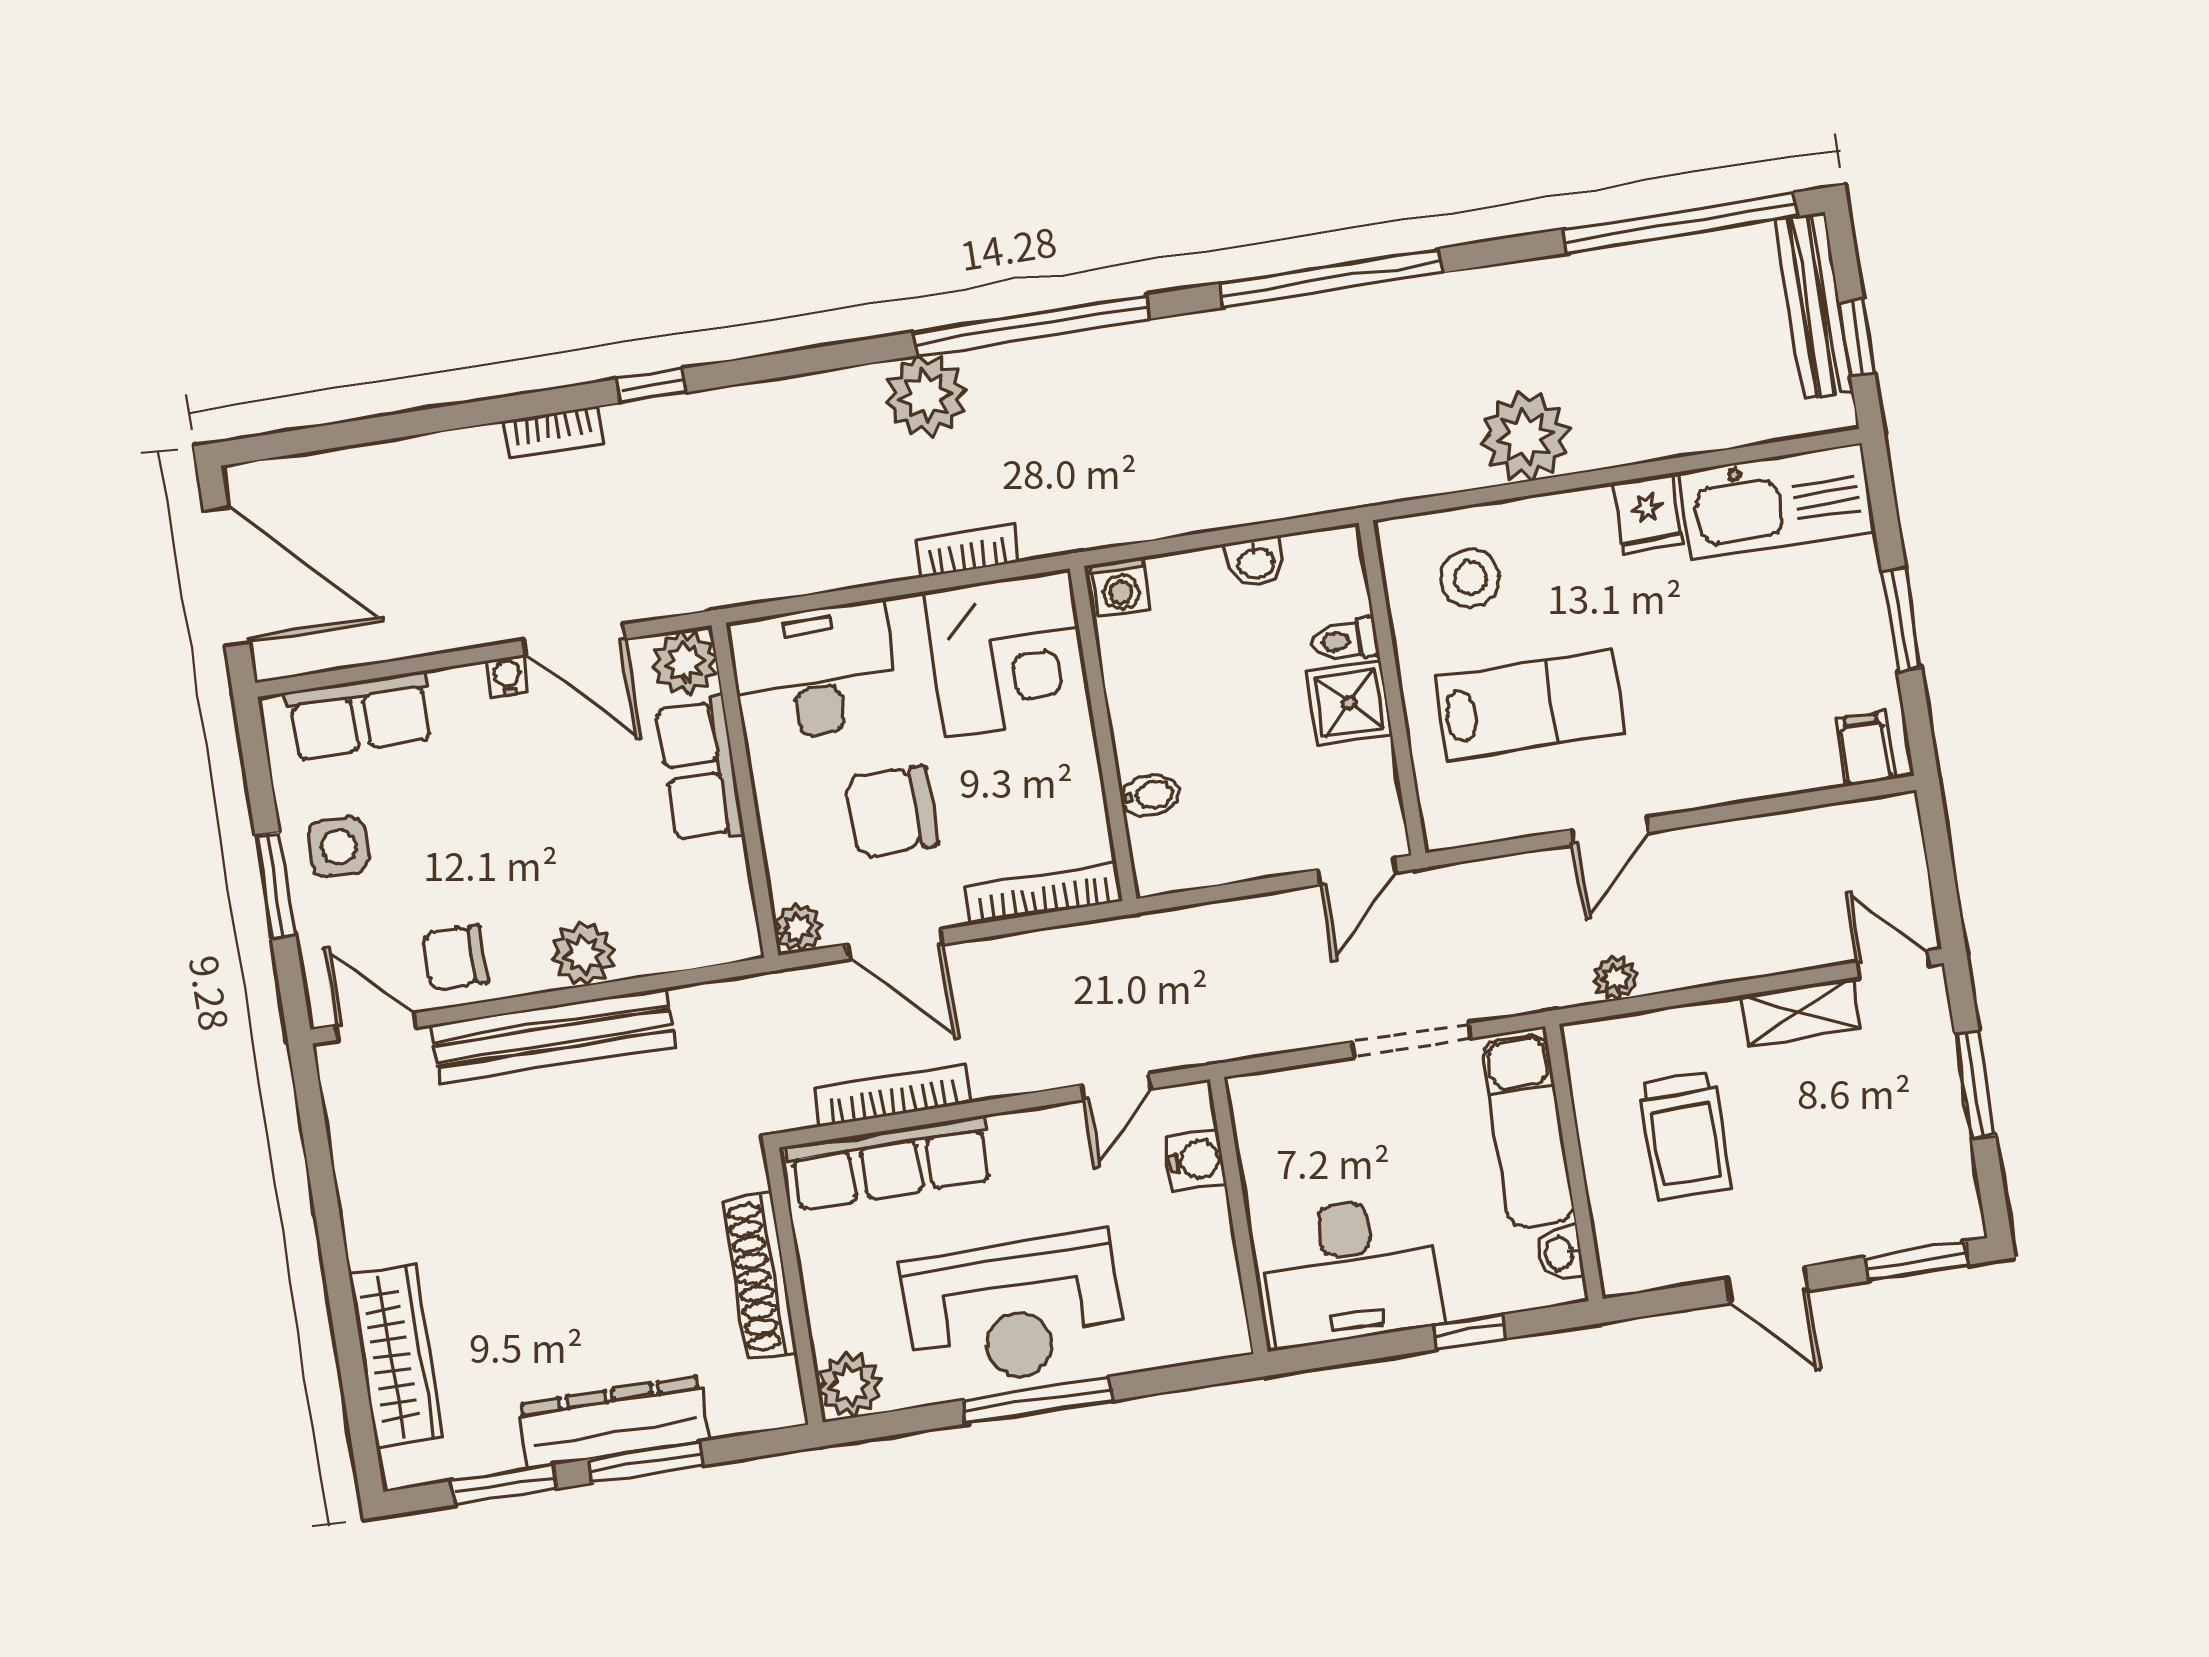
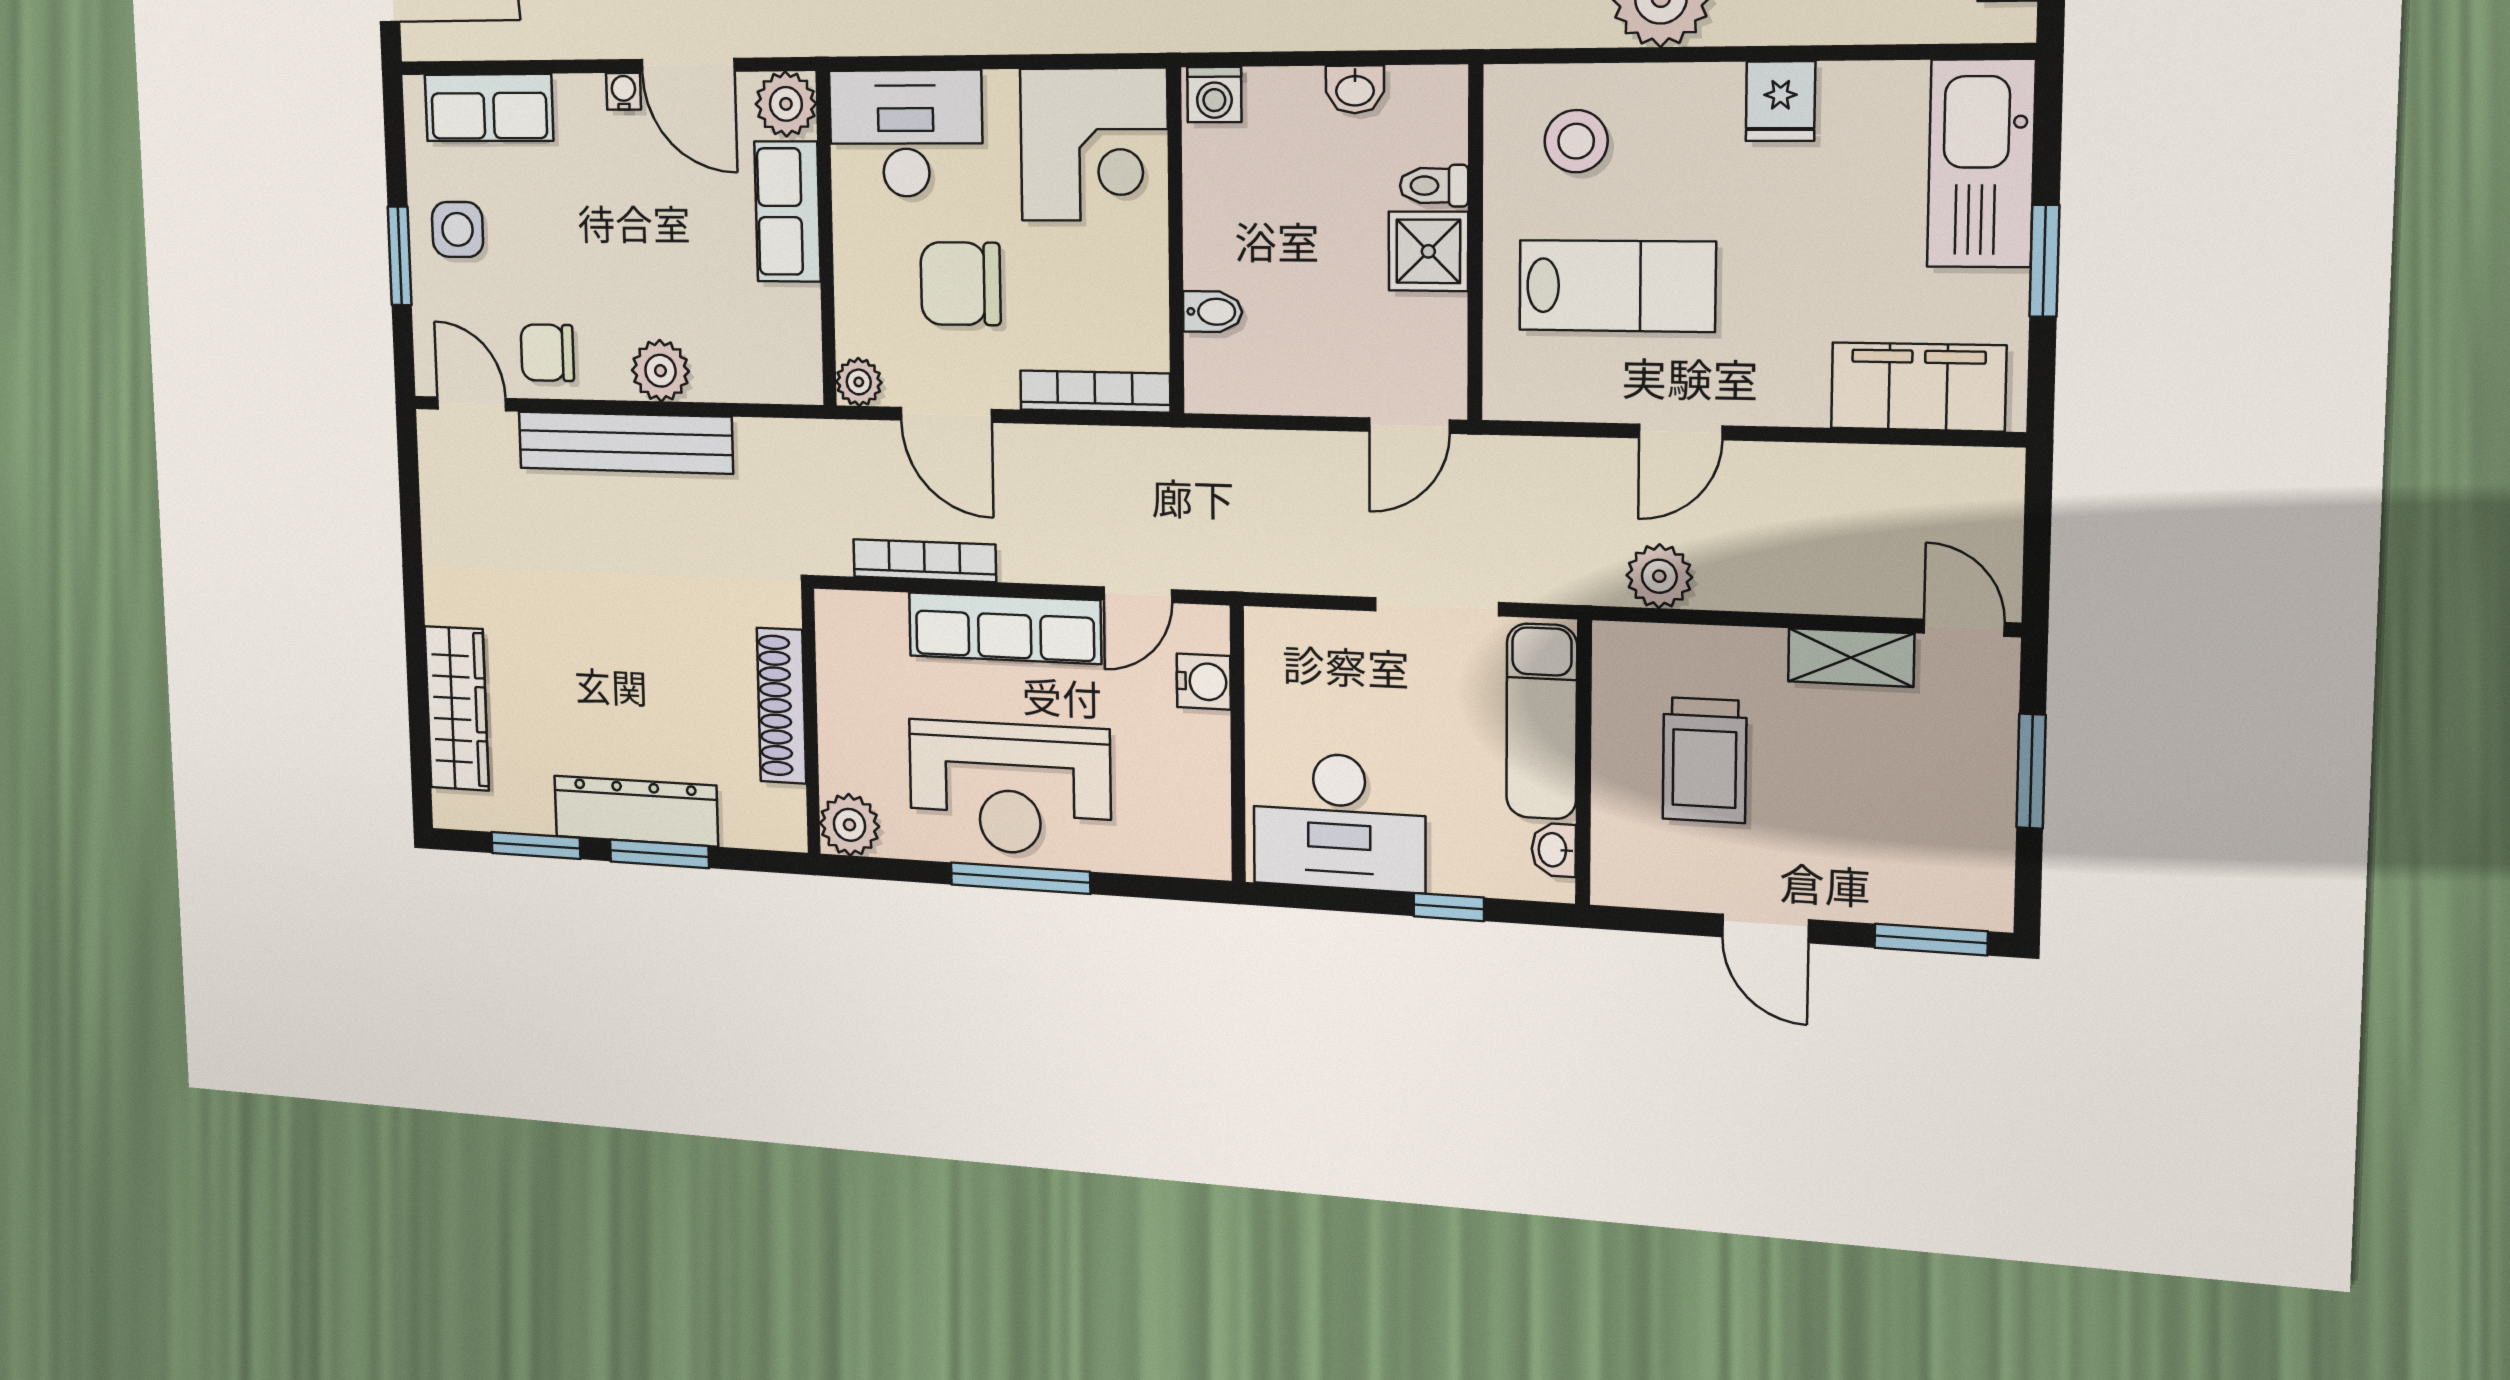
kitchen sink: (1776, 502) -> (1981, 164), moved, turned 90
bookcase: (967, 550) -> (1068, 33), removed
filing cabinet: (1865, 749) -> (1918, 387), width x3.00, depth x1.17
plant: (1615, 978) -> (1659, 576), width x1.38, depth x1.38
row of seats: (890, 1163) -> (1005, 628), moved

